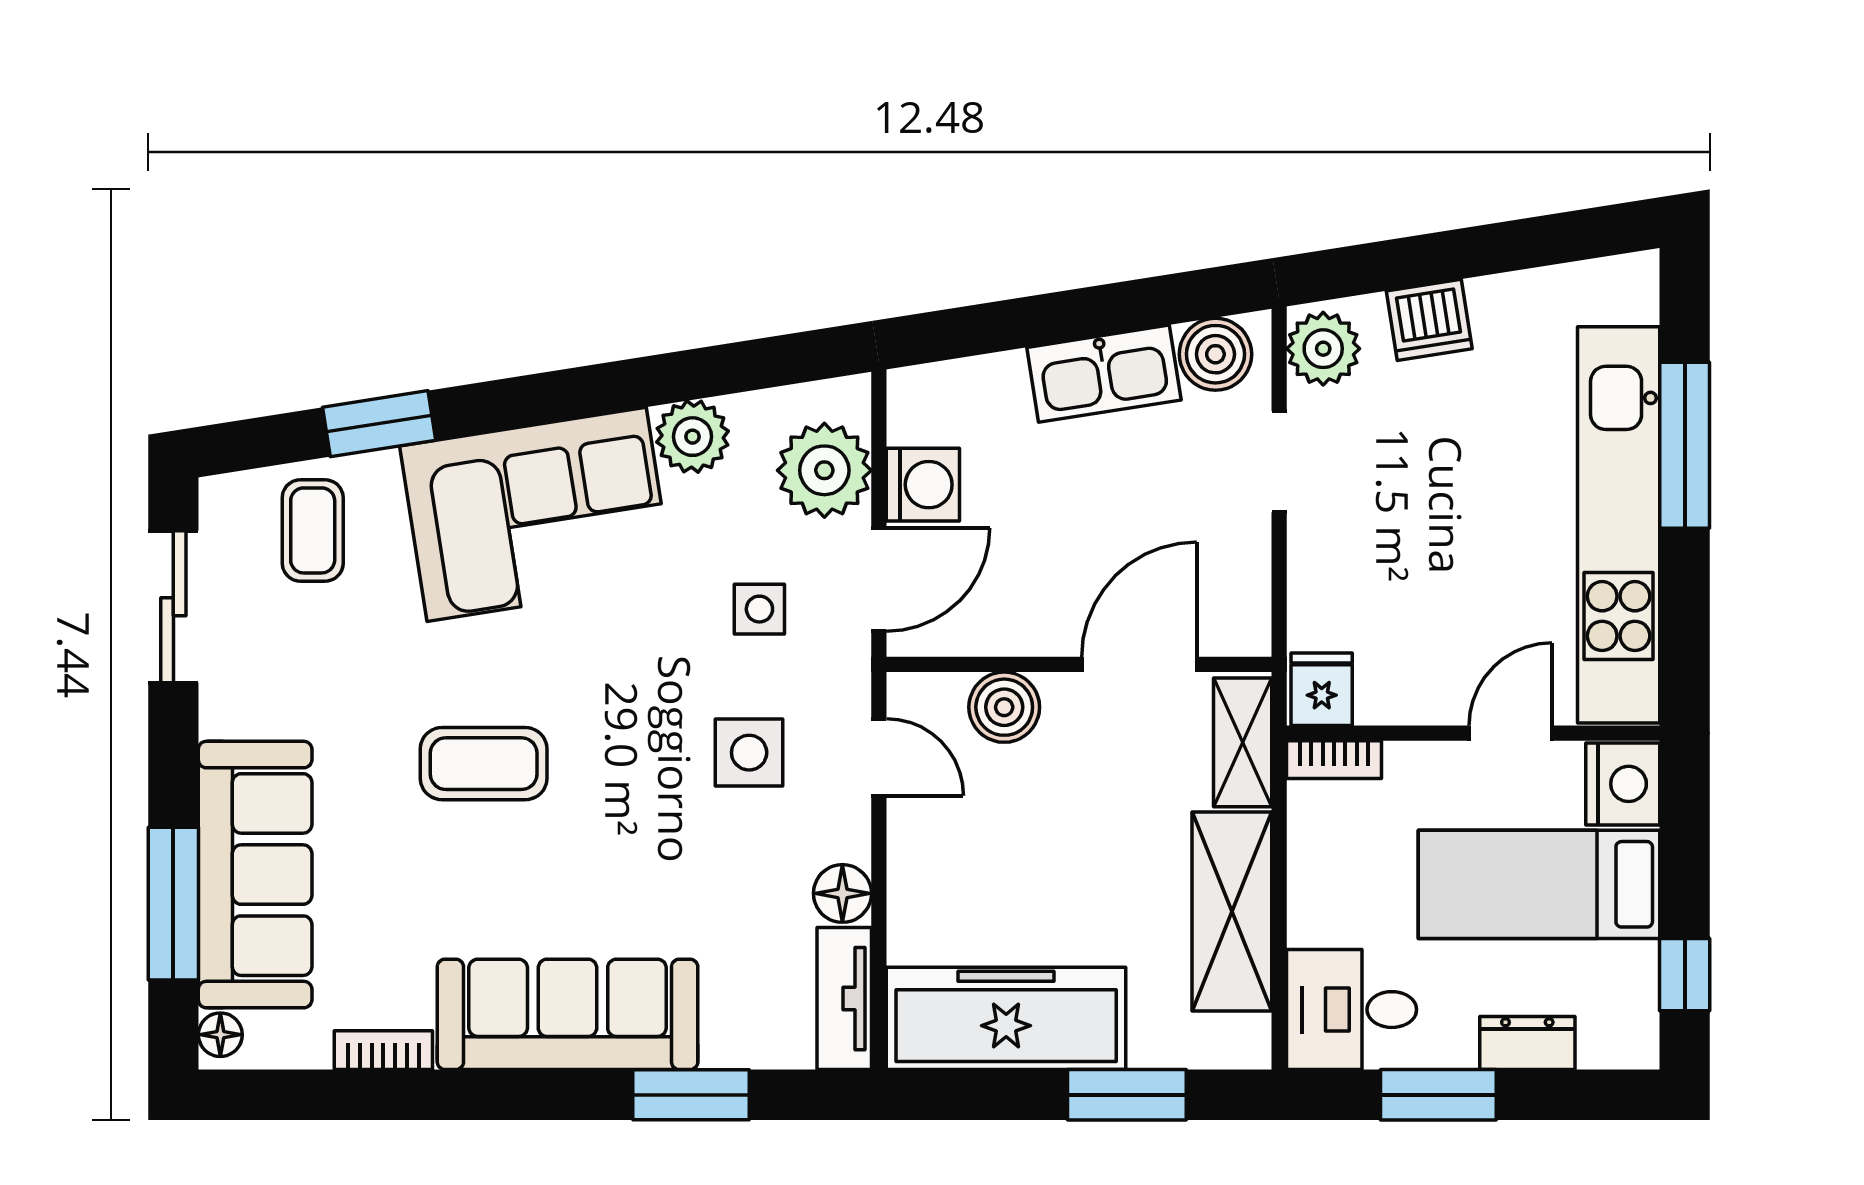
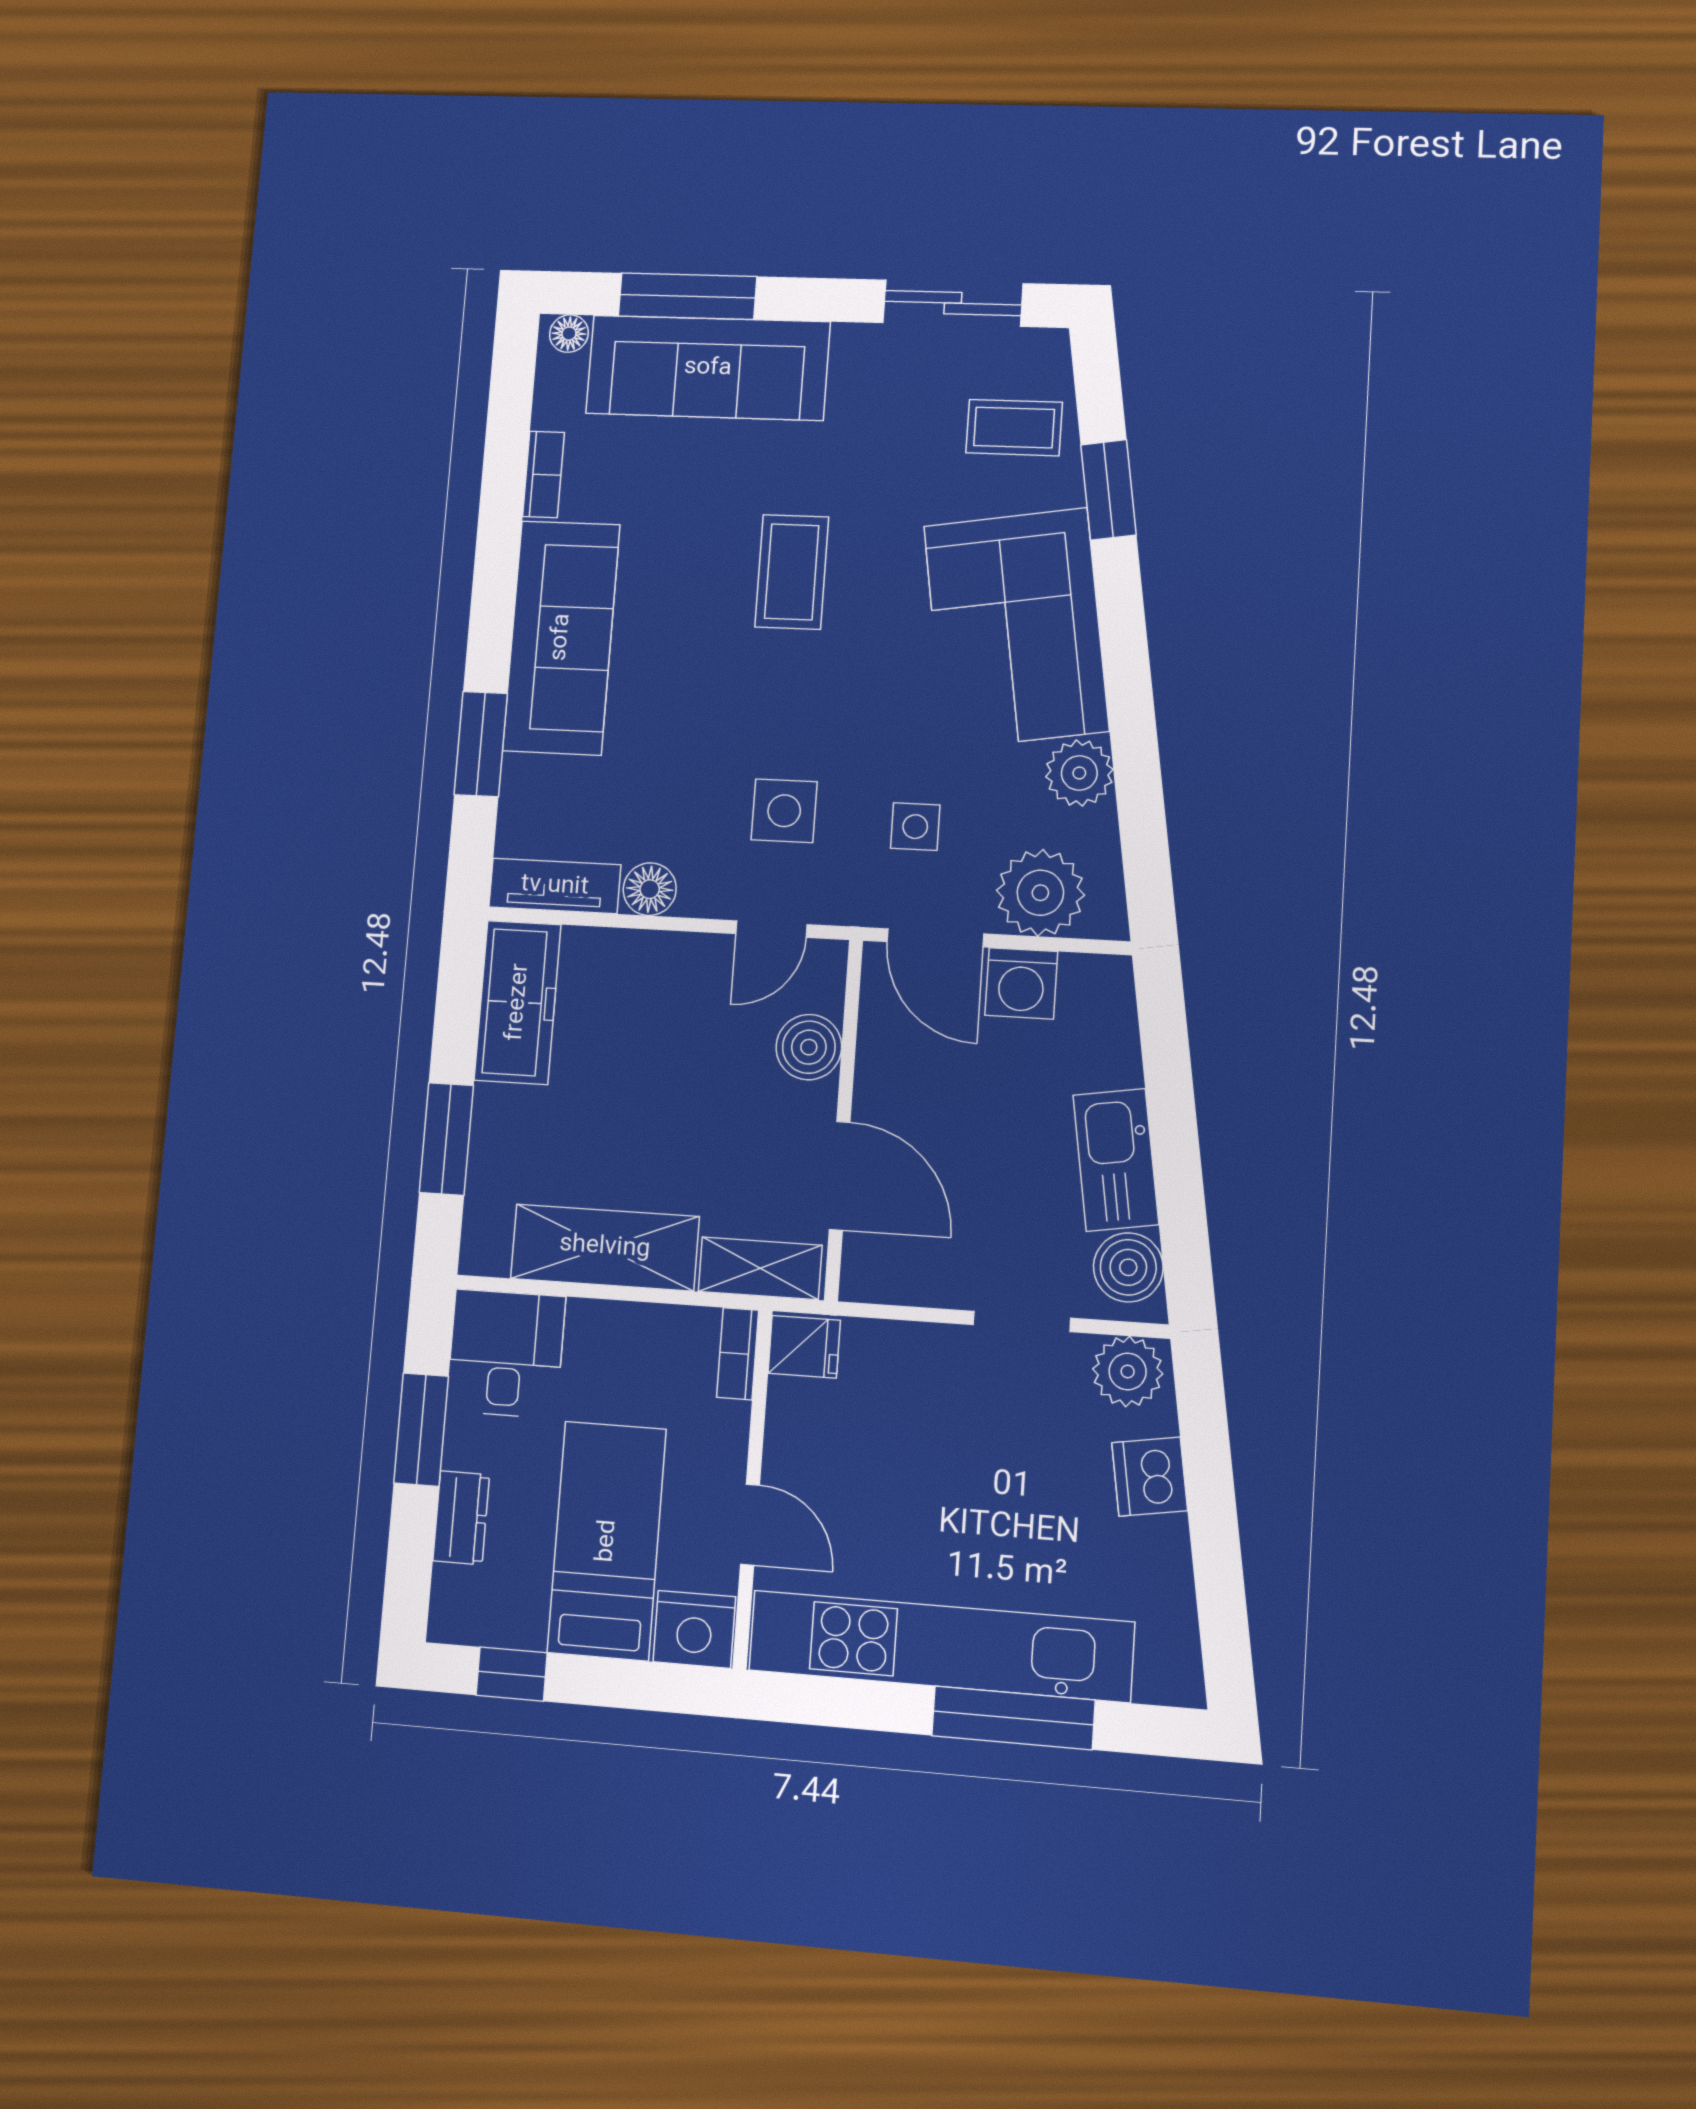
freezer: (1006, 1018) -> (518, 1002), width x0.73, depth x0.79

